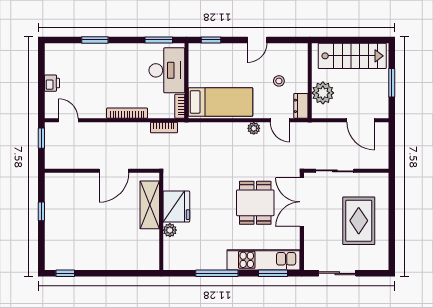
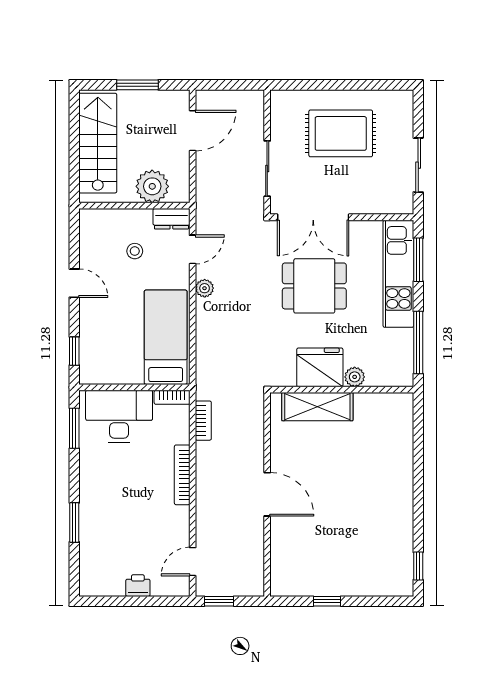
shelving: (150, 205) -> (317, 407), moved
fridge: (176, 207) -> (320, 367), moved
wall: (161, 221) -> (342, 390), moved
plant: (170, 230) -> (355, 377), moved

